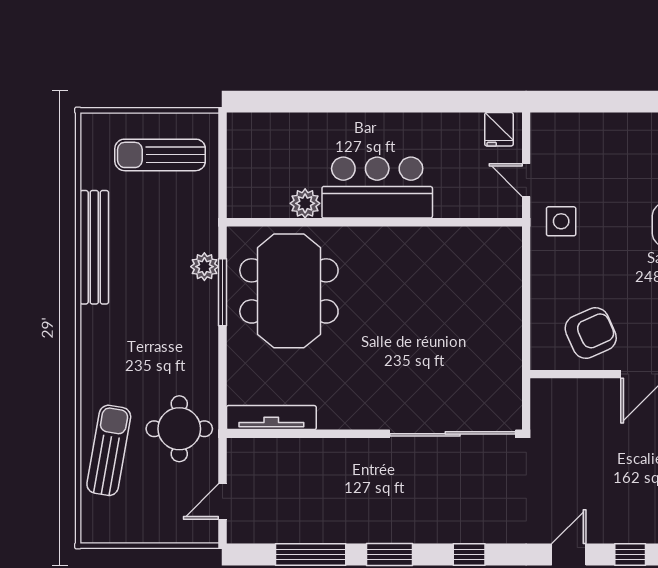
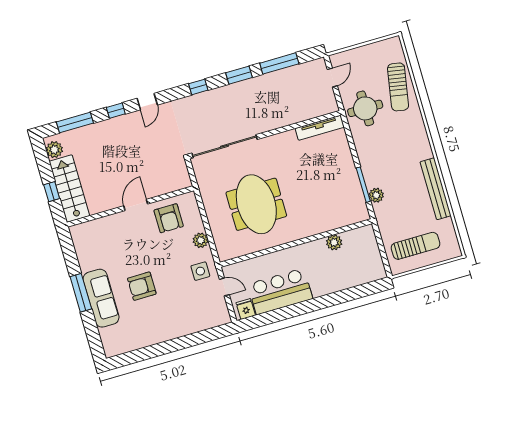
bar counter: (377, 188) -> (280, 291), moved, turned 180
plant: (545, 277) -> (201, 240), added
meeting table: (289, 291) -> (256, 204), moved
armchair: (591, 333) -> (169, 218), turned -66

